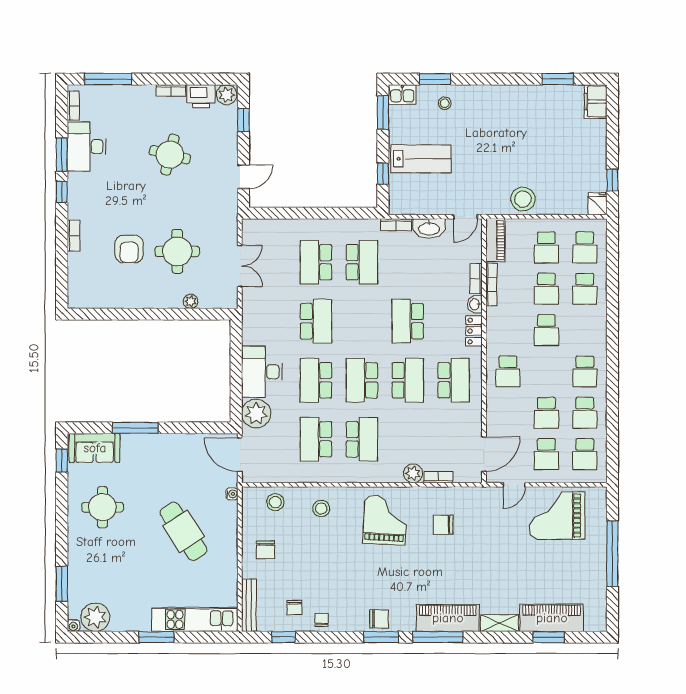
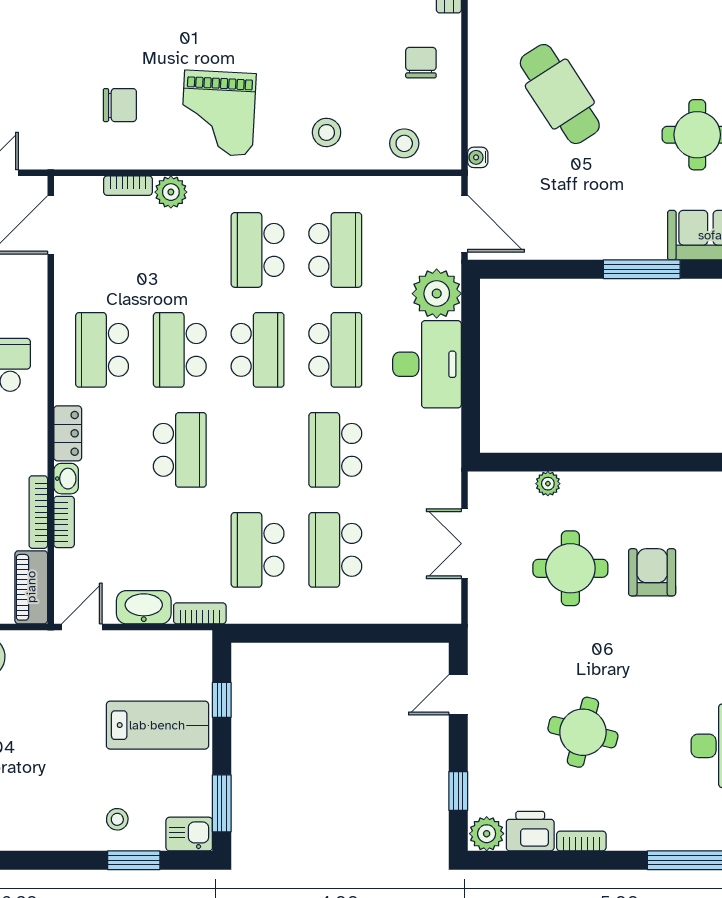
lab bench: (421, 159) -> (157, 725), turned 180
school desk: (316, 262) -> (335, 550), turned 180

